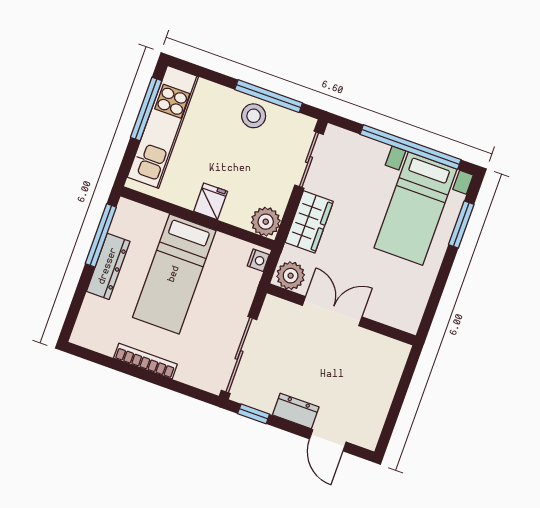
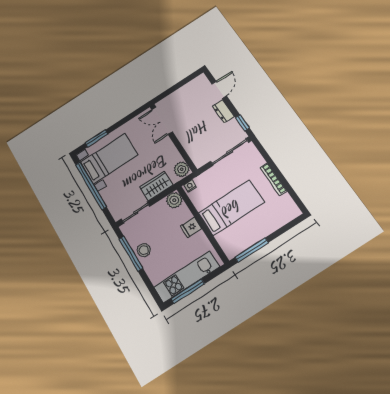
dresser: (108, 266) -> (259, 234), removed
double door: (332, 311) -> (162, 121), moved

